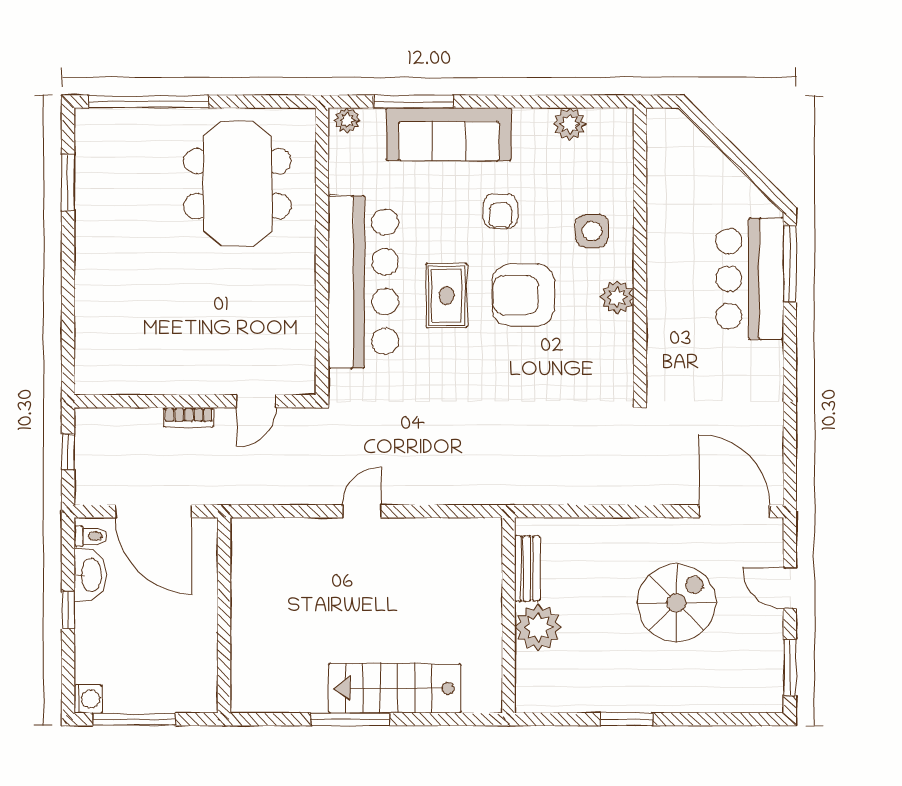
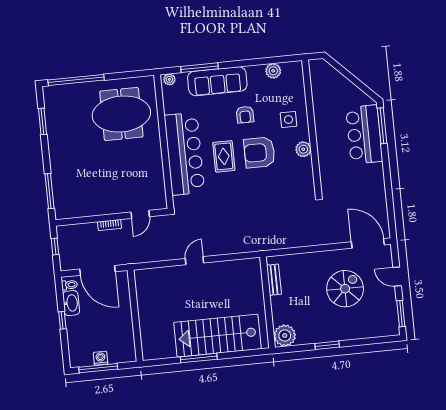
meeting table: (238, 184) -> (121, 114), turned 90
window: (68, 333) -> (49, 191), added
plant: (538, 627) -> (285, 336), moved
stairs: (395, 688) -> (217, 336), width x1.36, depth x1.51
washing machine: (88, 699) -> (101, 358), moved, turned -90

